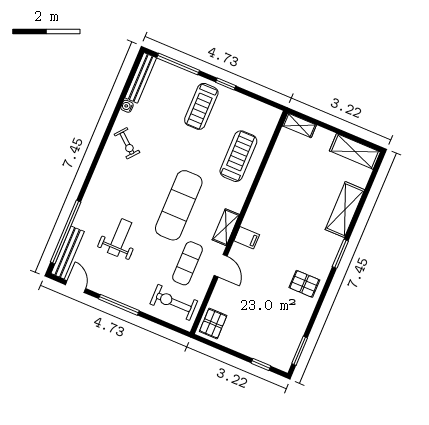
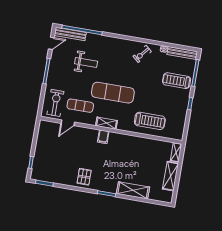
treadmill: (201, 106) -> (177, 81), moved
shelving: (355, 151) -> (171, 176), moved
door: (221, 266) -> (68, 123), moved
pallet: (213, 324) -> (48, 129), removed

